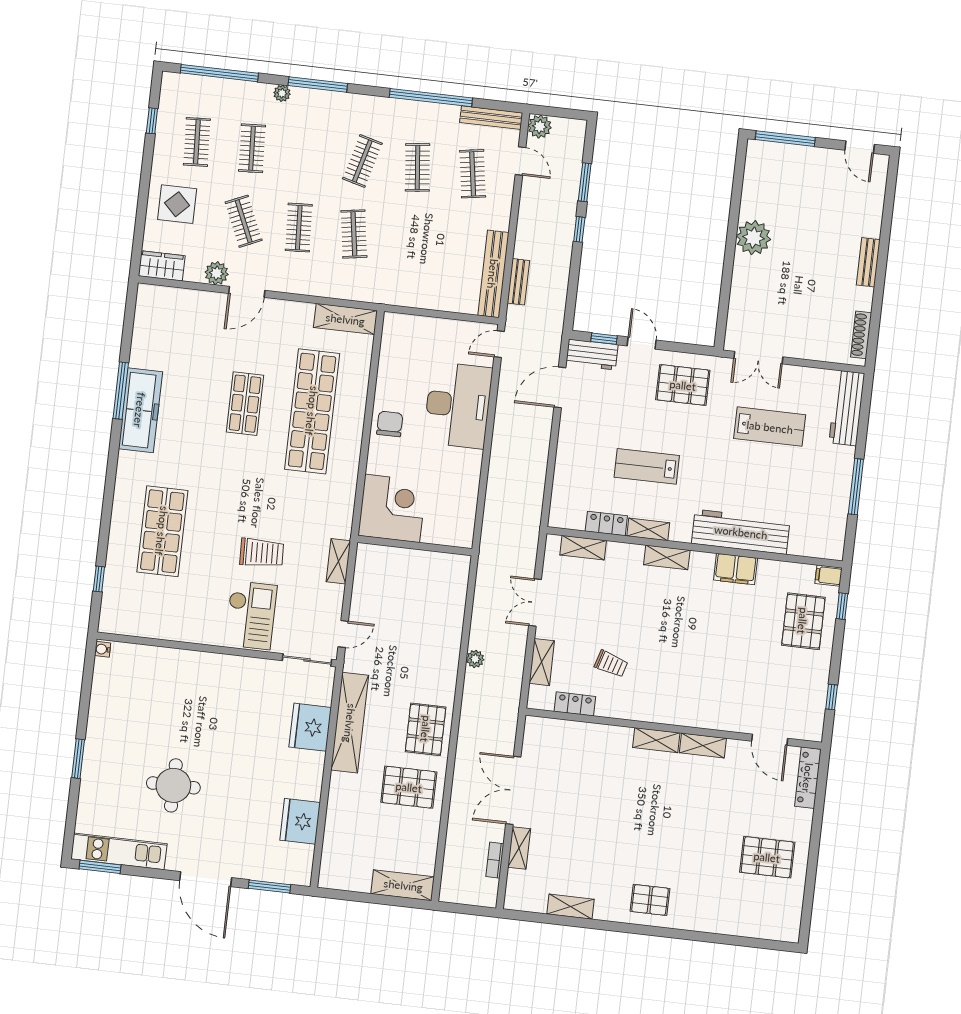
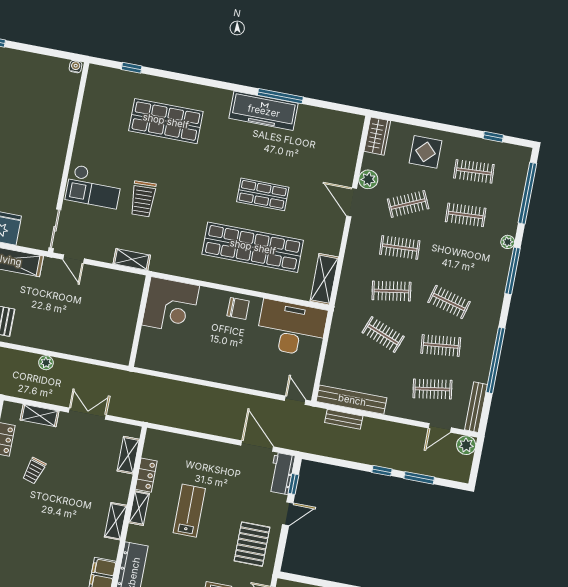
clothes rail: (409, 240) -> (383, 335), added
desk: (458, 405) -> (292, 328), moved, turned 180

